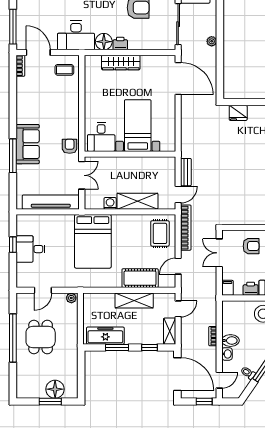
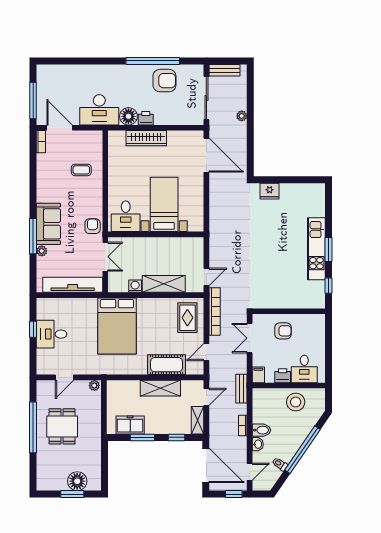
coffee table: (64, 70) -> (81, 170), moved
plant: (21, 170) -> (42, 251), added
bench: (186, 172) -> (241, 389), moved
freezer: (105, 336) -> (130, 425), width x0.71

